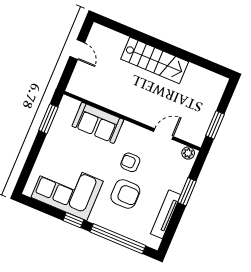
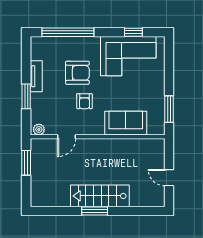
window: (166, 47) -> (95, 211), added
armchair: (130, 162) -> (84, 101), turned 90
armchair: (125, 194) -> (77, 73), turned 180
tv unit: (166, 214) -> (36, 76), width x0.71
window: (73, 220) -> (133, 32), moved

